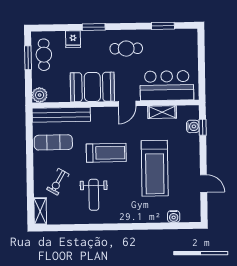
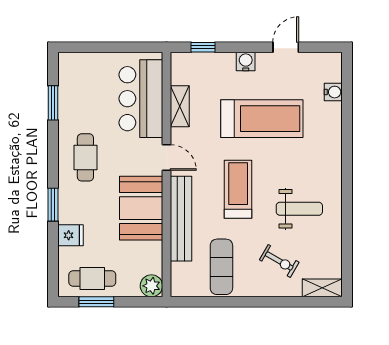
bench: (61, 115) -> (181, 219), moved
water cooler: (193, 126) -> (246, 62), moved

